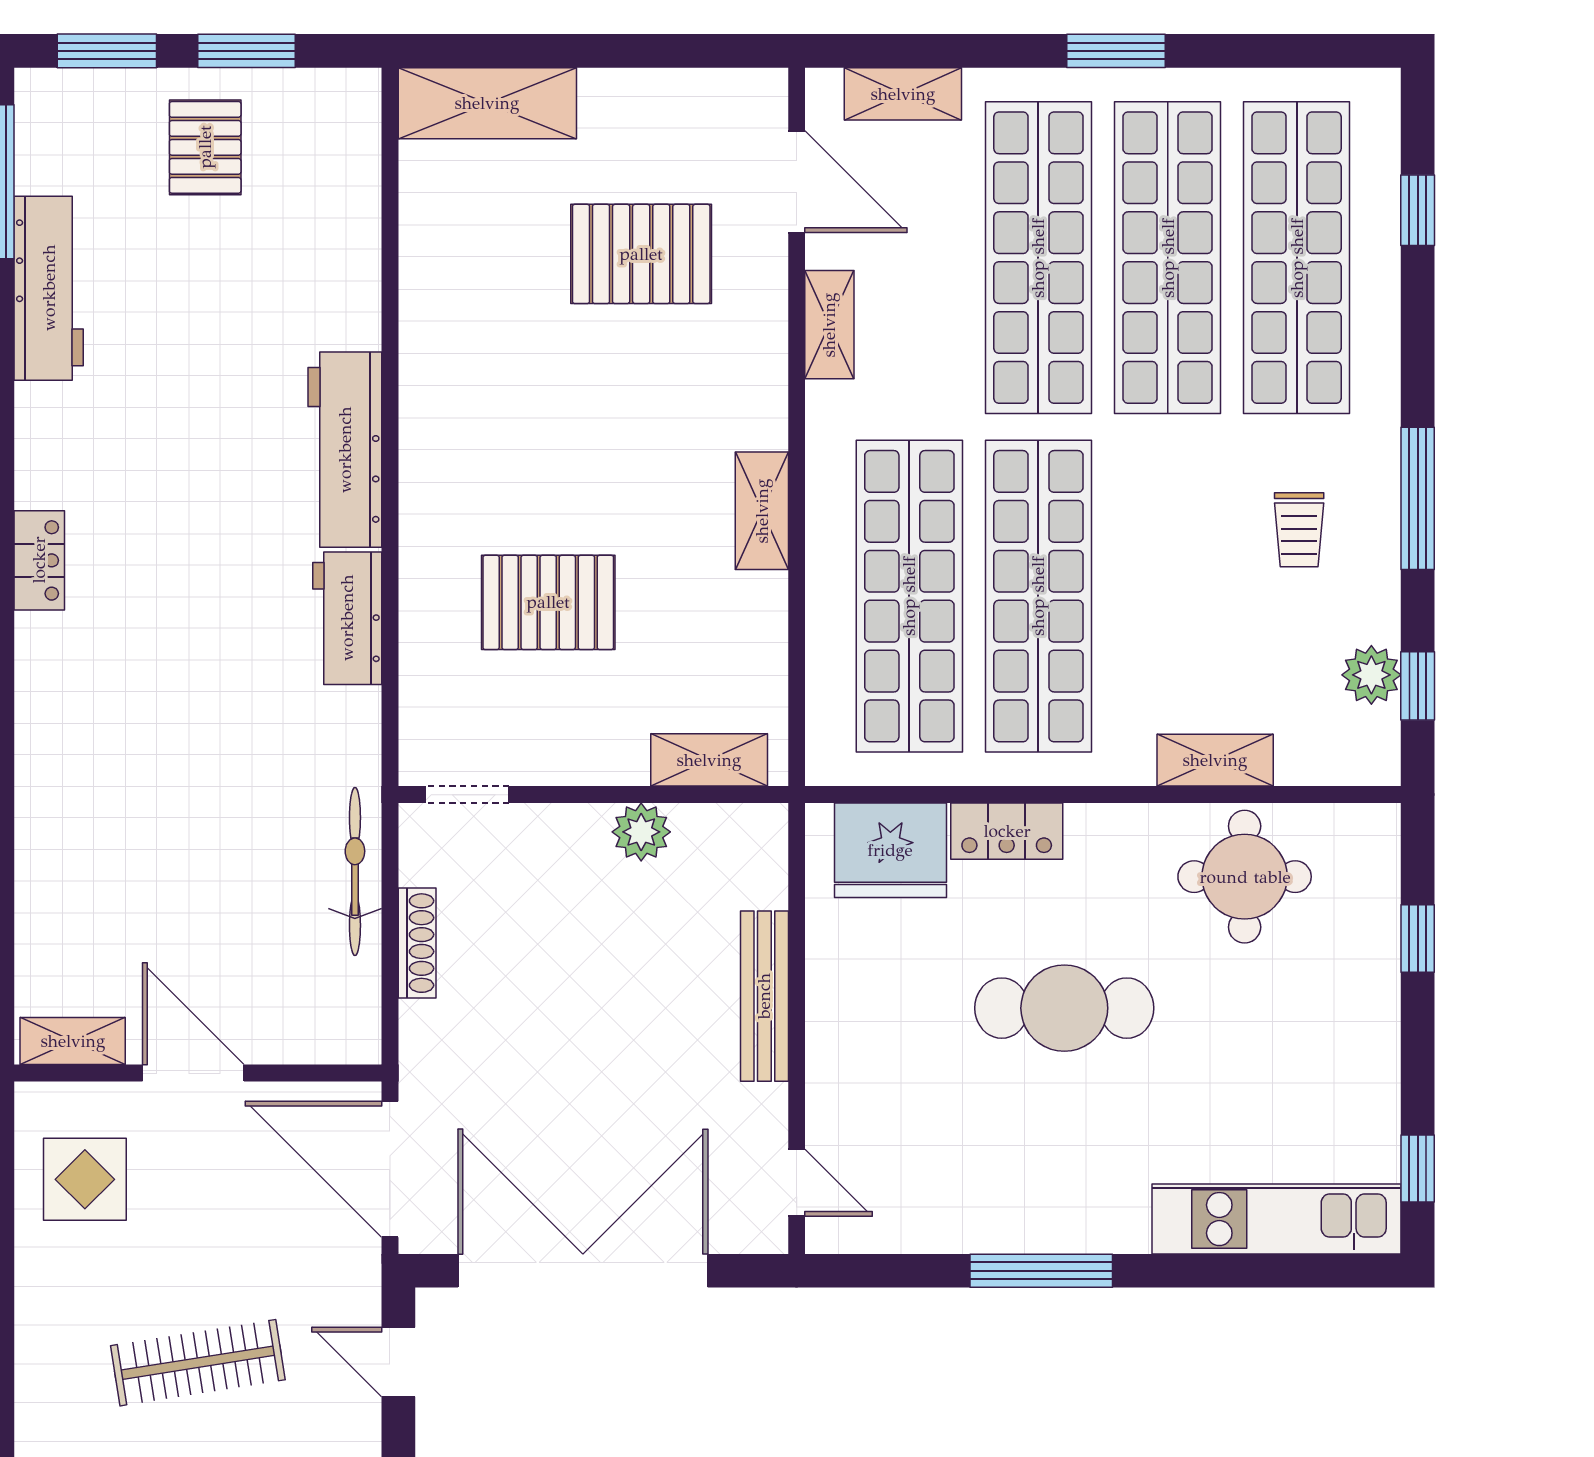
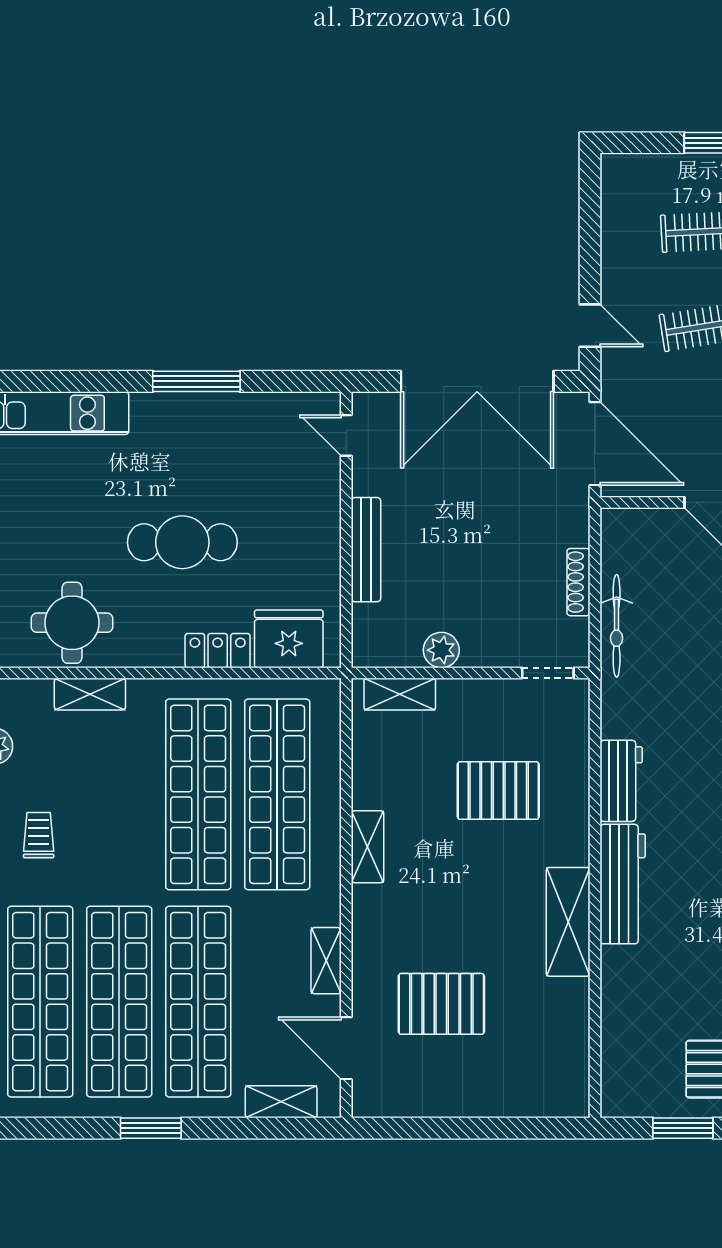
shelving: (487, 103) -> (568, 922), moved, turned 90

